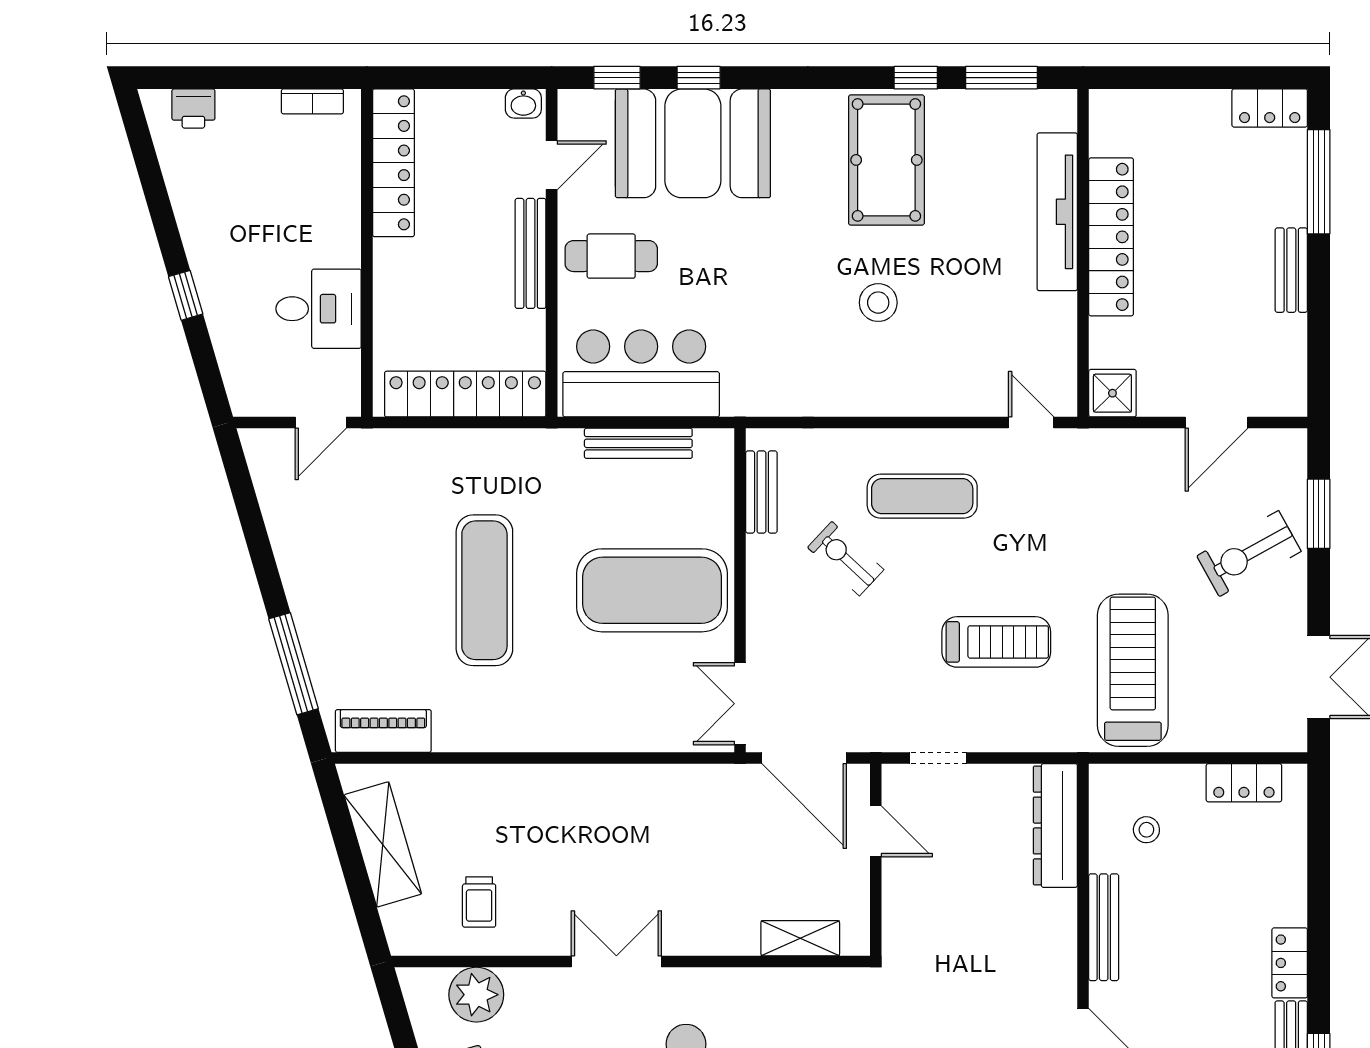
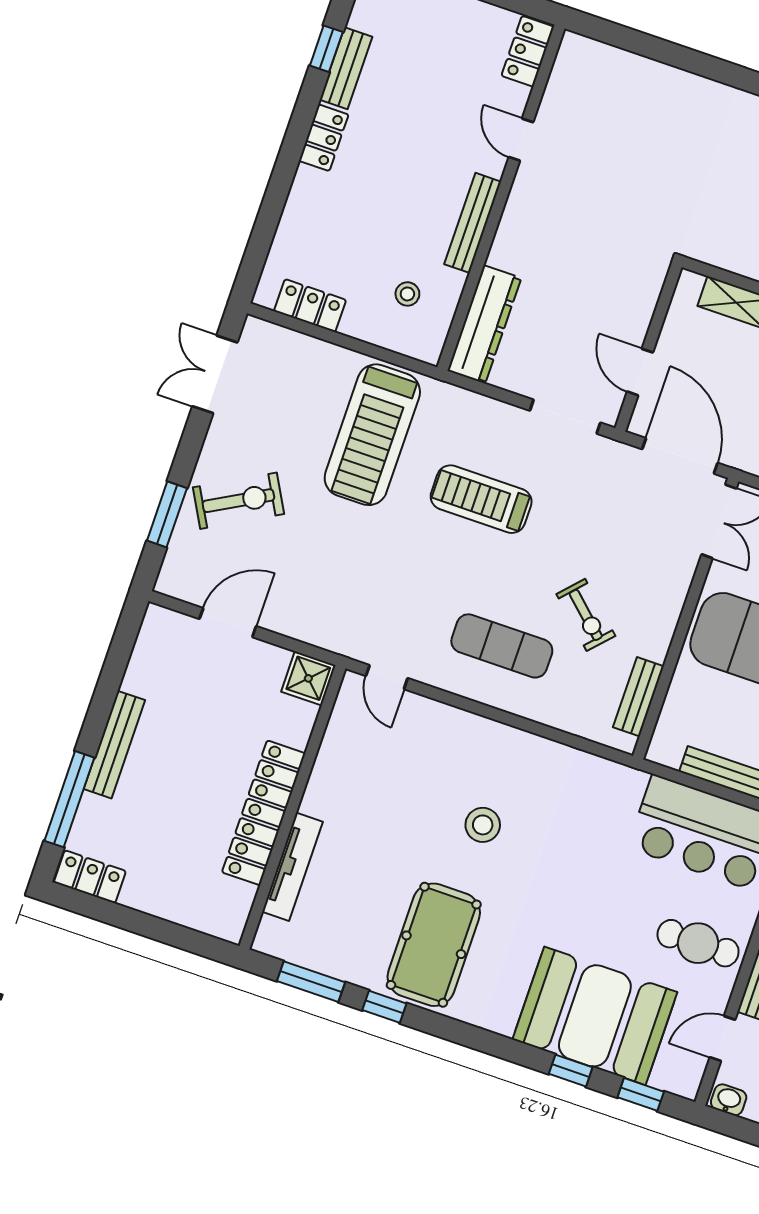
tv unit: (1057, 212) -> (292, 867), width x0.73, depth x0.78
bench: (1291, 270) -> (114, 745), width x1.36
doorway: (938, 758) -> (565, 417), width x1.38

